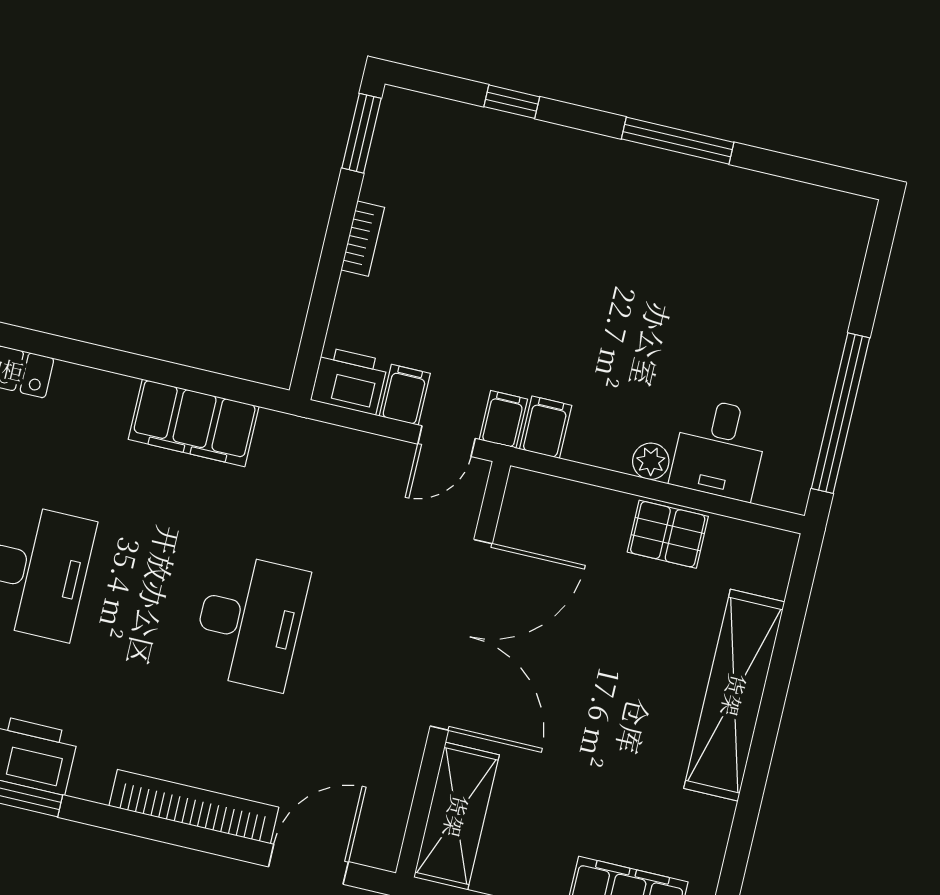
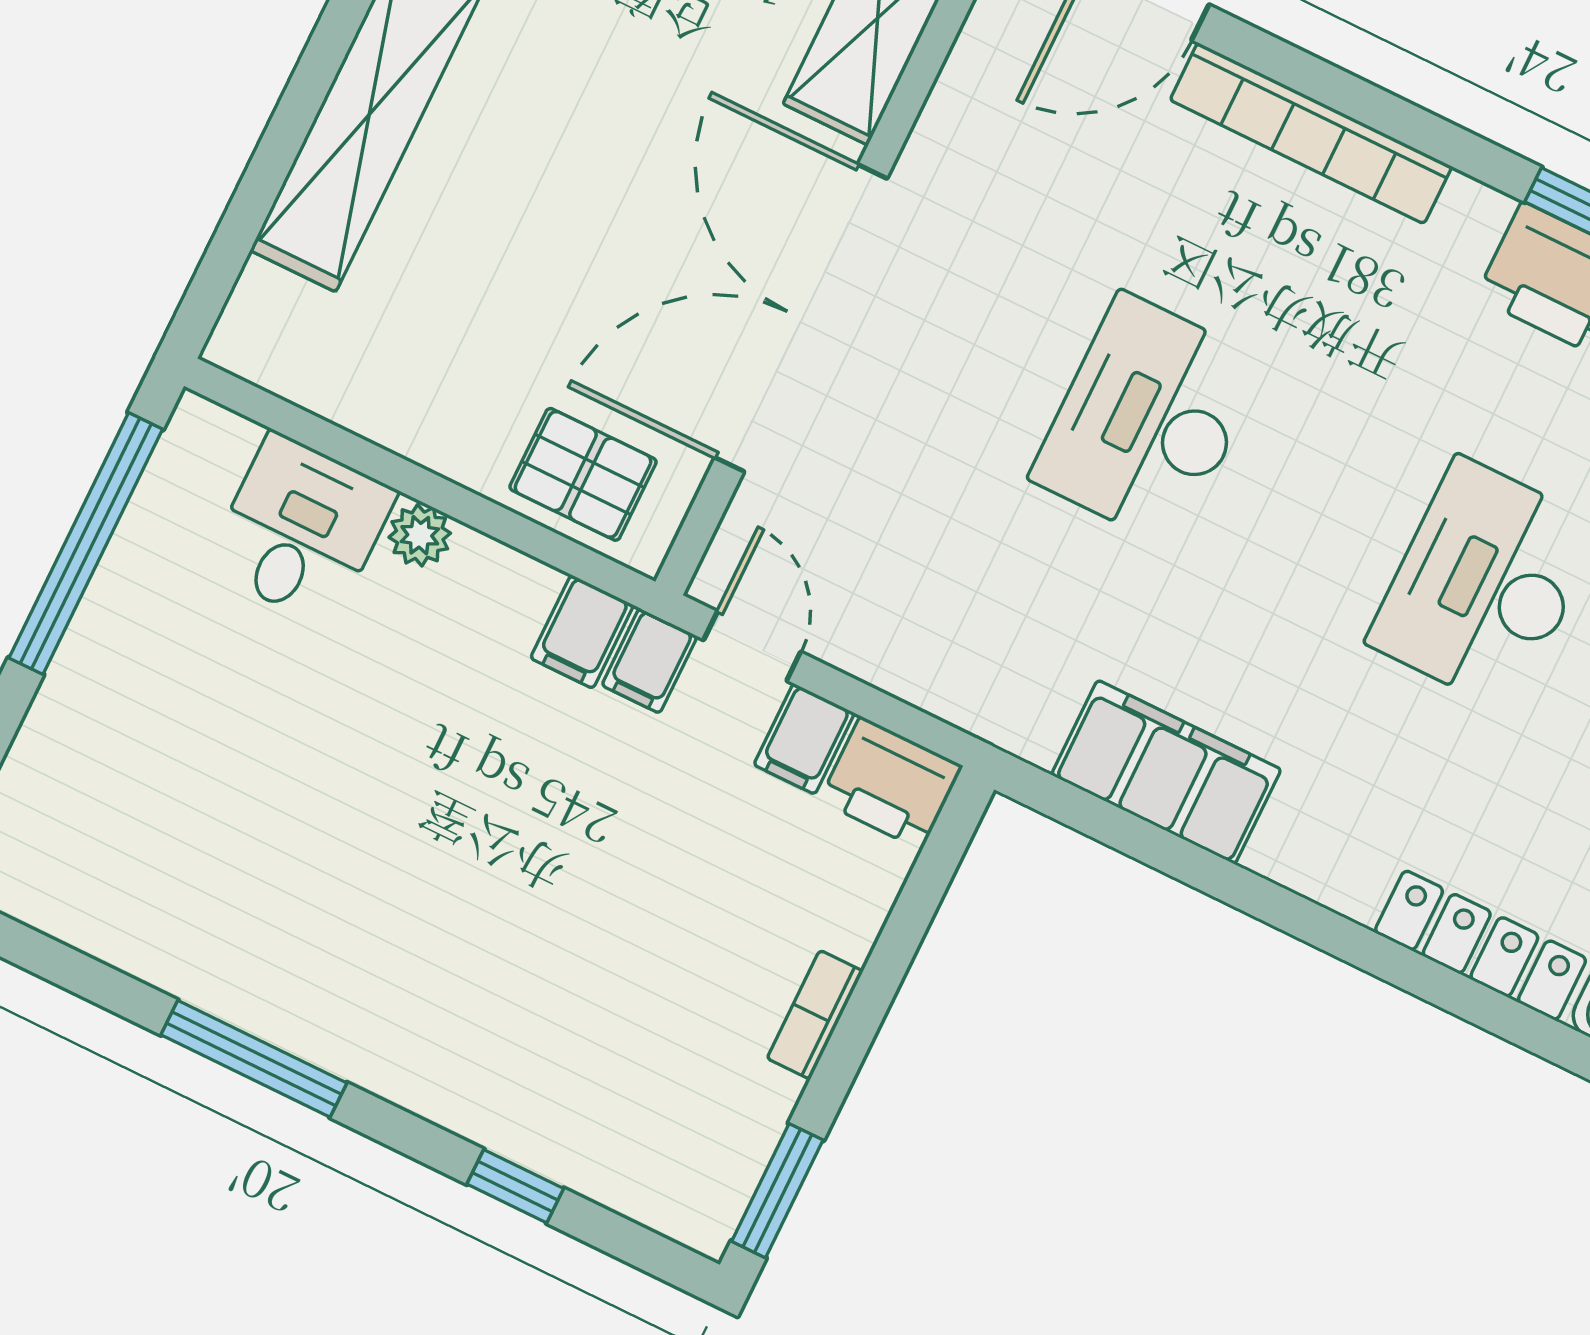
door: (447, 441) -> (752, 646), hinge flipped
pallet: (668, 534) -> (583, 474), moved

